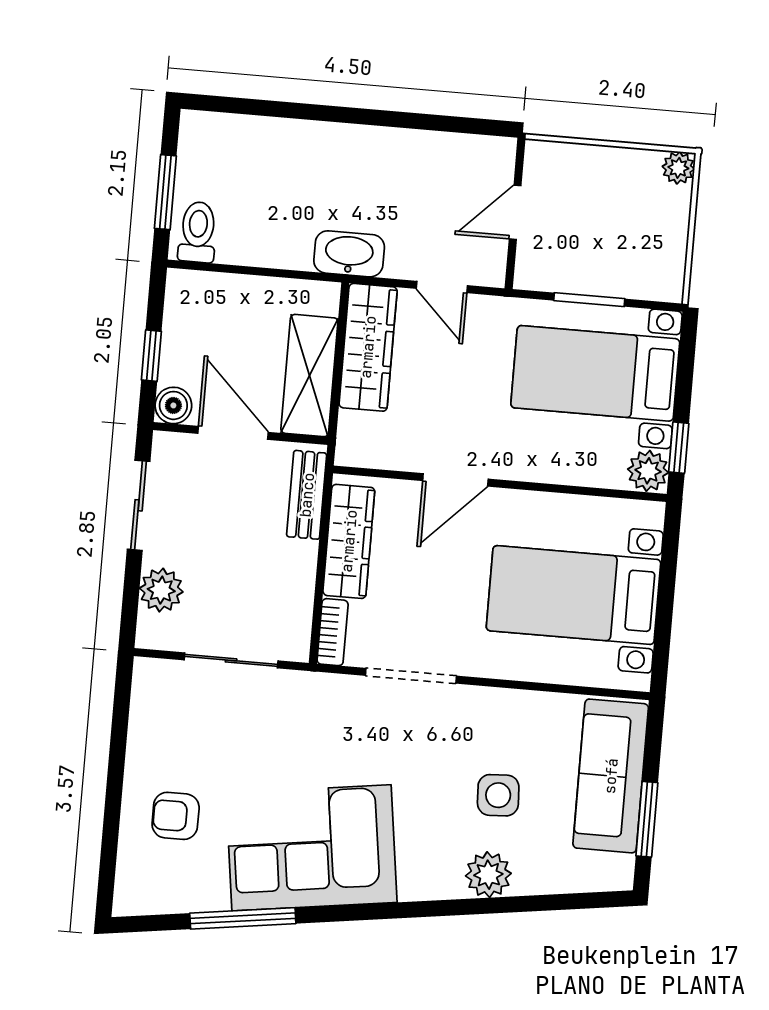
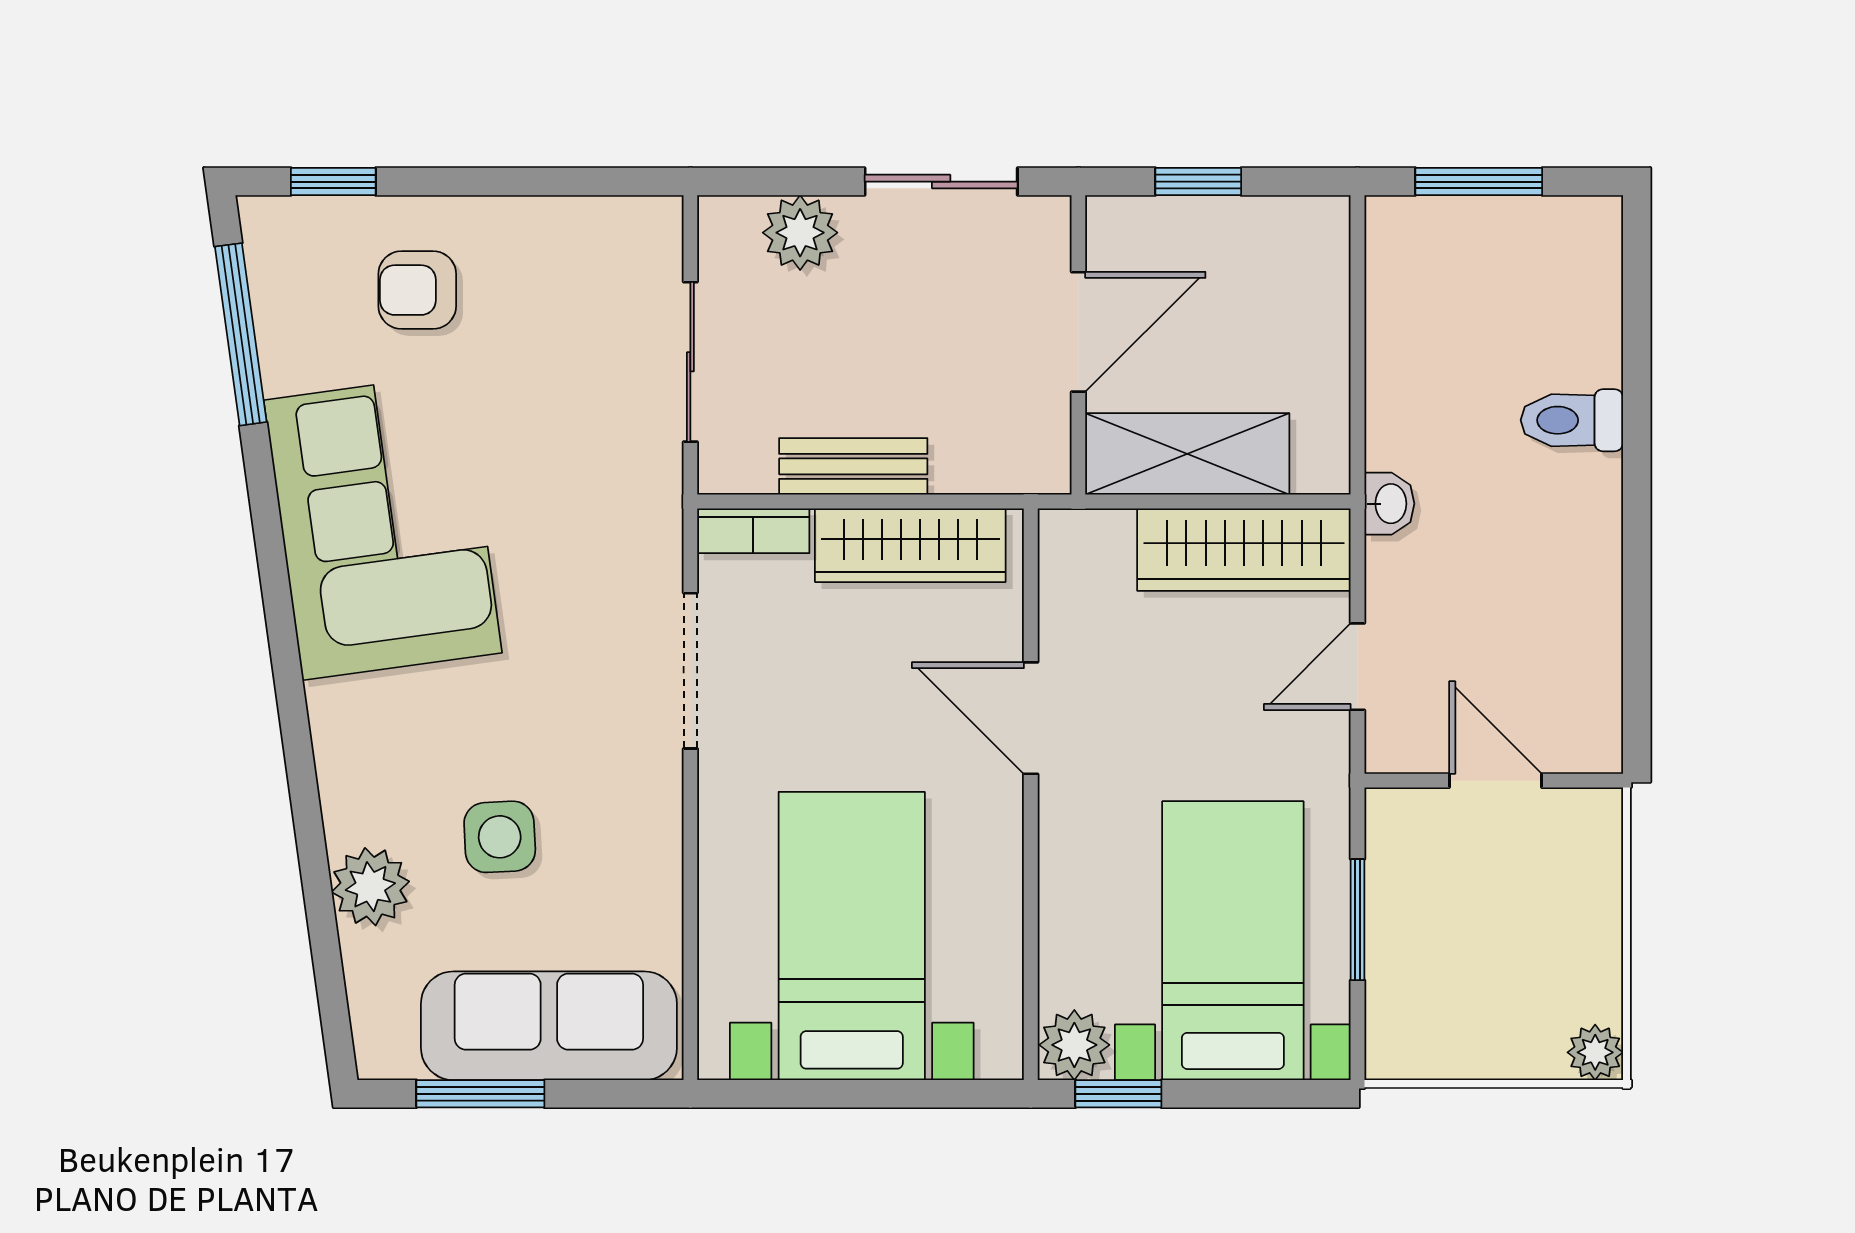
toilet: (198, 232) -> (1572, 420), moved, turned 180
washbasin: (349, 254) -> (1389, 504), width x0.52, depth x0.69
boiler: (173, 405) -> (1116, 226), removed
bench: (307, 495) -> (853, 466), moved
armchair: (176, 816) -> (417, 290), turned -90
window: (108, 859) -> (333, 182), added
plant: (488, 875) -> (370, 887), moved
window: (243, 918) -> (241, 334), moved

